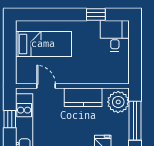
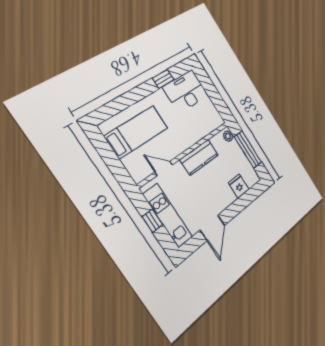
desk: (115, 36) -> (186, 91), width x1.37
plant: (118, 102) -> (228, 136), width x0.53, depth x0.53

